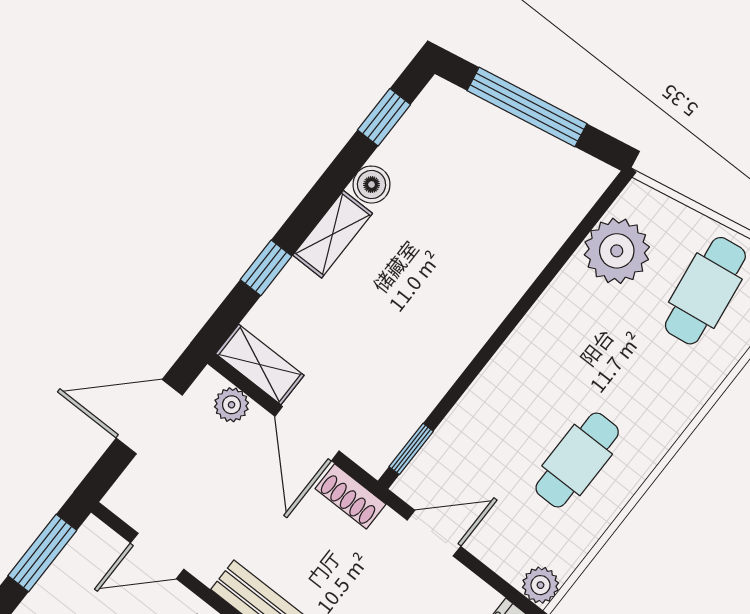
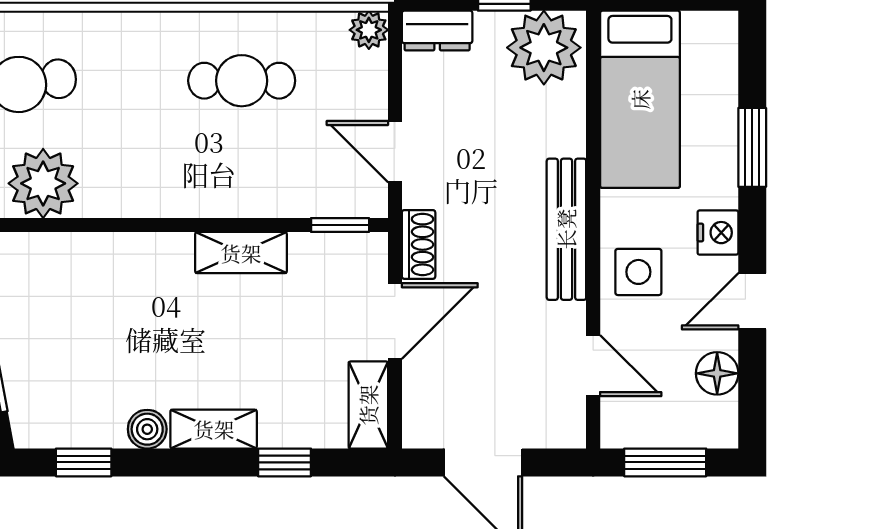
shelving: (449, 359) -> (241, 253), added
plant: (232, 405) -> (420, 402), removed

